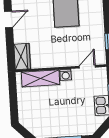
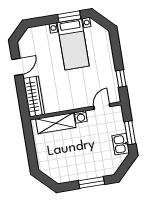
wardrobe: (22, 57) -> (34, 96), width x1.50

